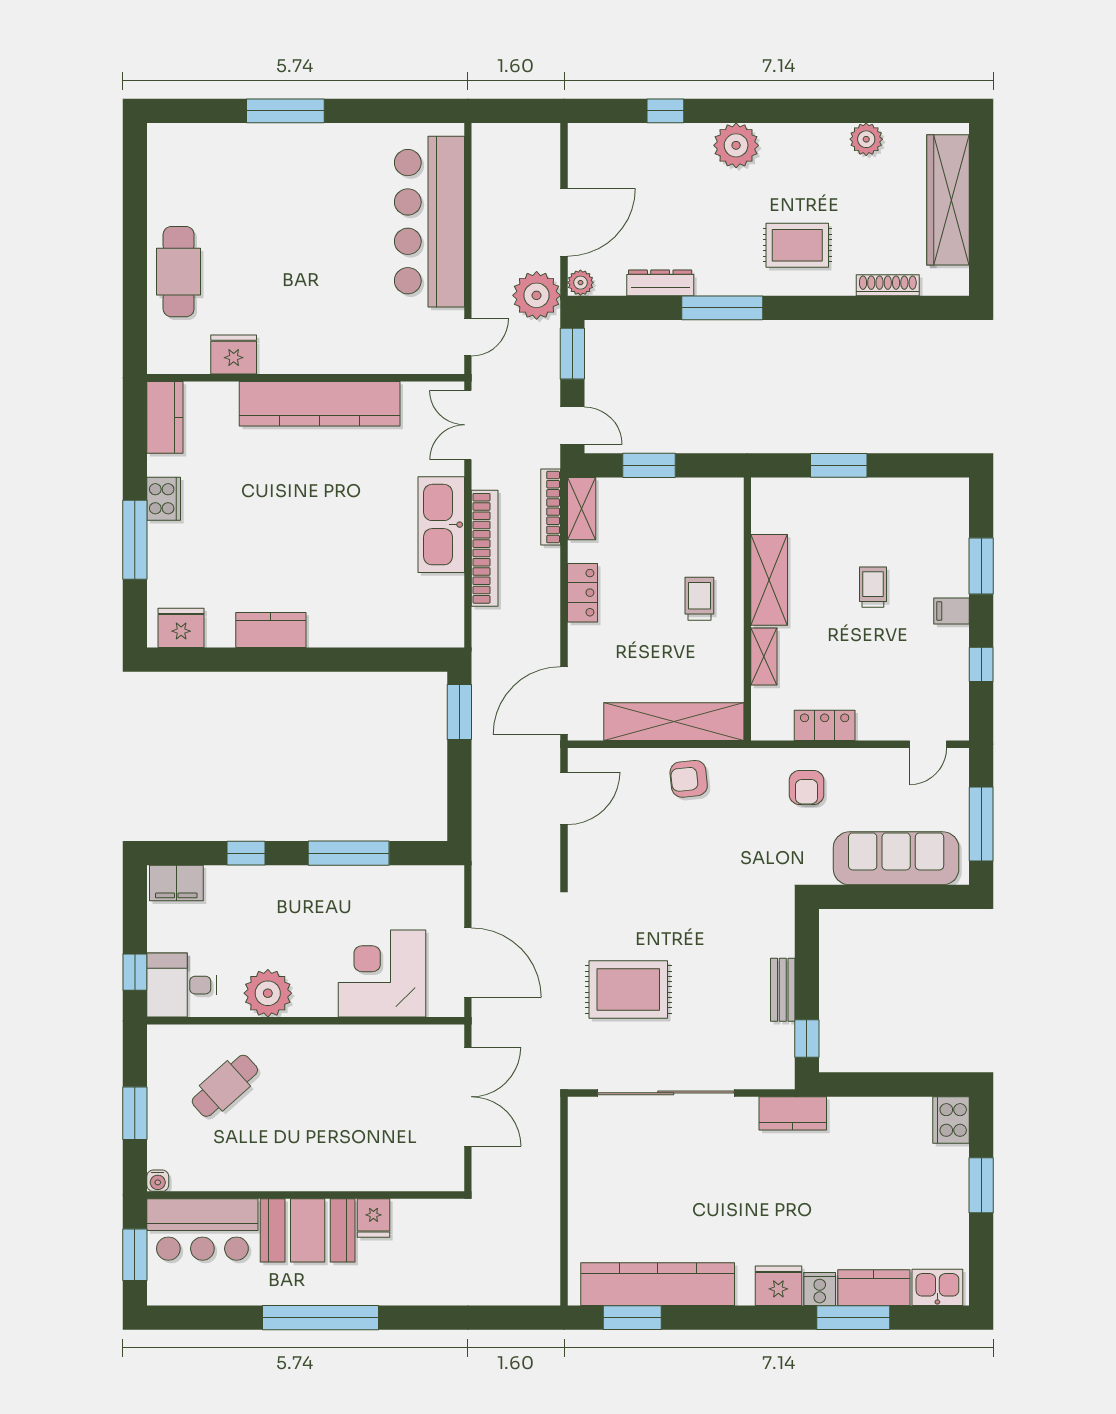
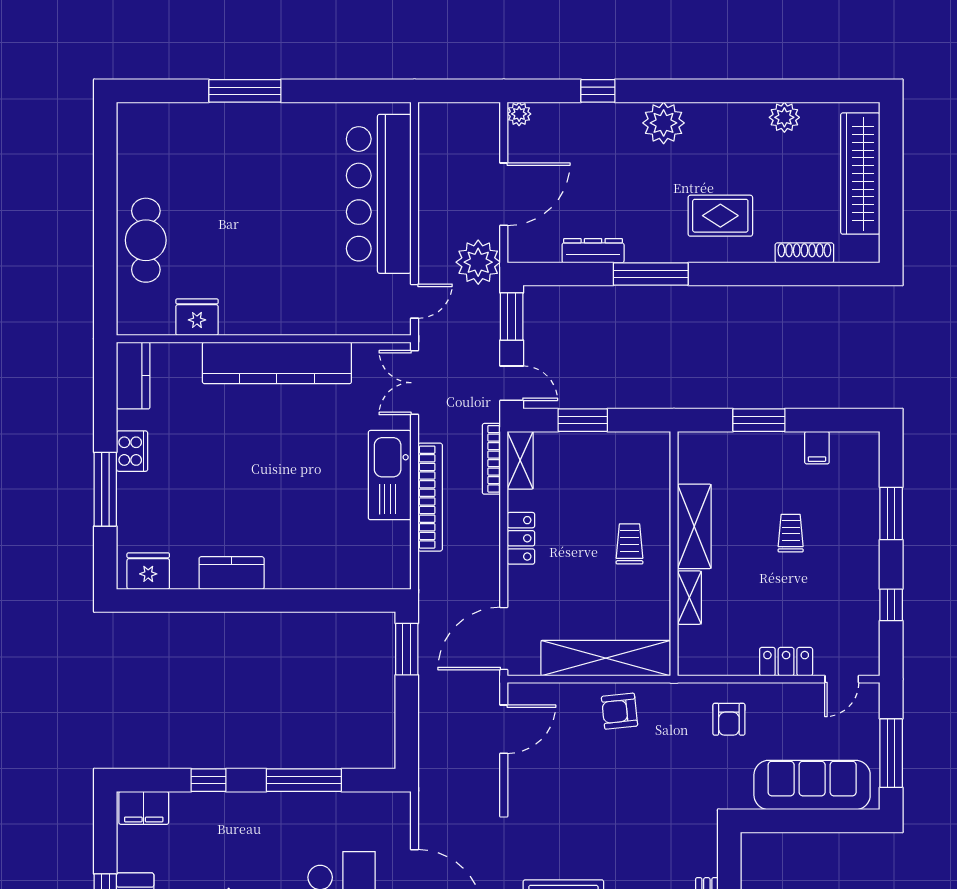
plant: (580, 283) -> (519, 114), moved
filing cabinet: (952, 611) -> (817, 448), moved, turned -90
locker: (825, 725) -> (786, 662), moved

